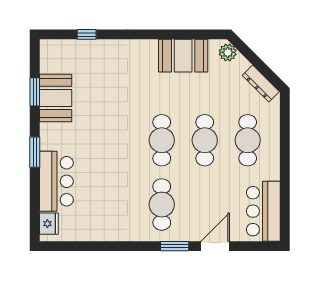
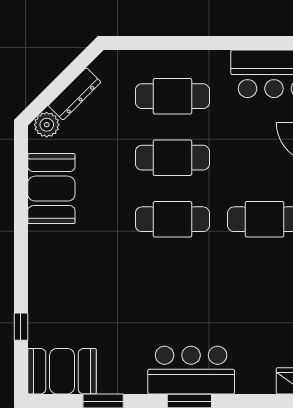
dresser: (261, 83) -> (75, 94), moved
booth: (56, 98) -> (62, 371), moved
bar counter: (56, 181) -> (191, 370), moved

